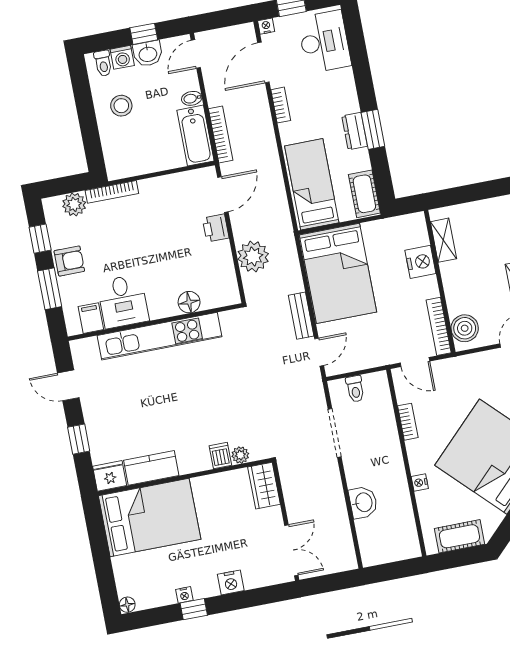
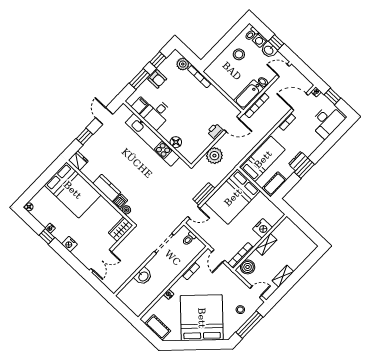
shelving: (443, 240) -> (266, 244), moved
kitchen counter: (151, 468) -> (107, 188), moved

